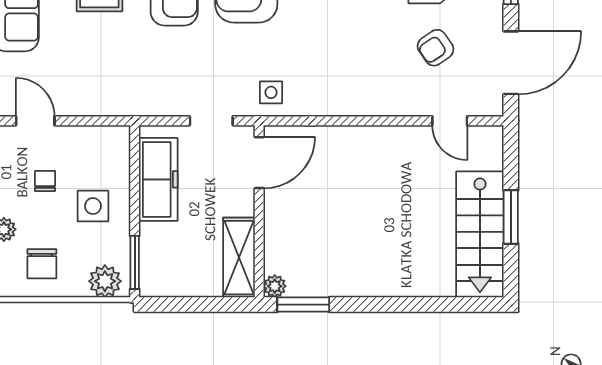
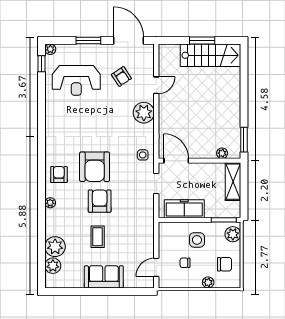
plant: (360, 95) -> (144, 113), added
door: (450, 121) -> (156, 85), moved
shelving: (239, 258) -> (233, 182), moved, turned 90
plant: (275, 286) -> (222, 153), moved

